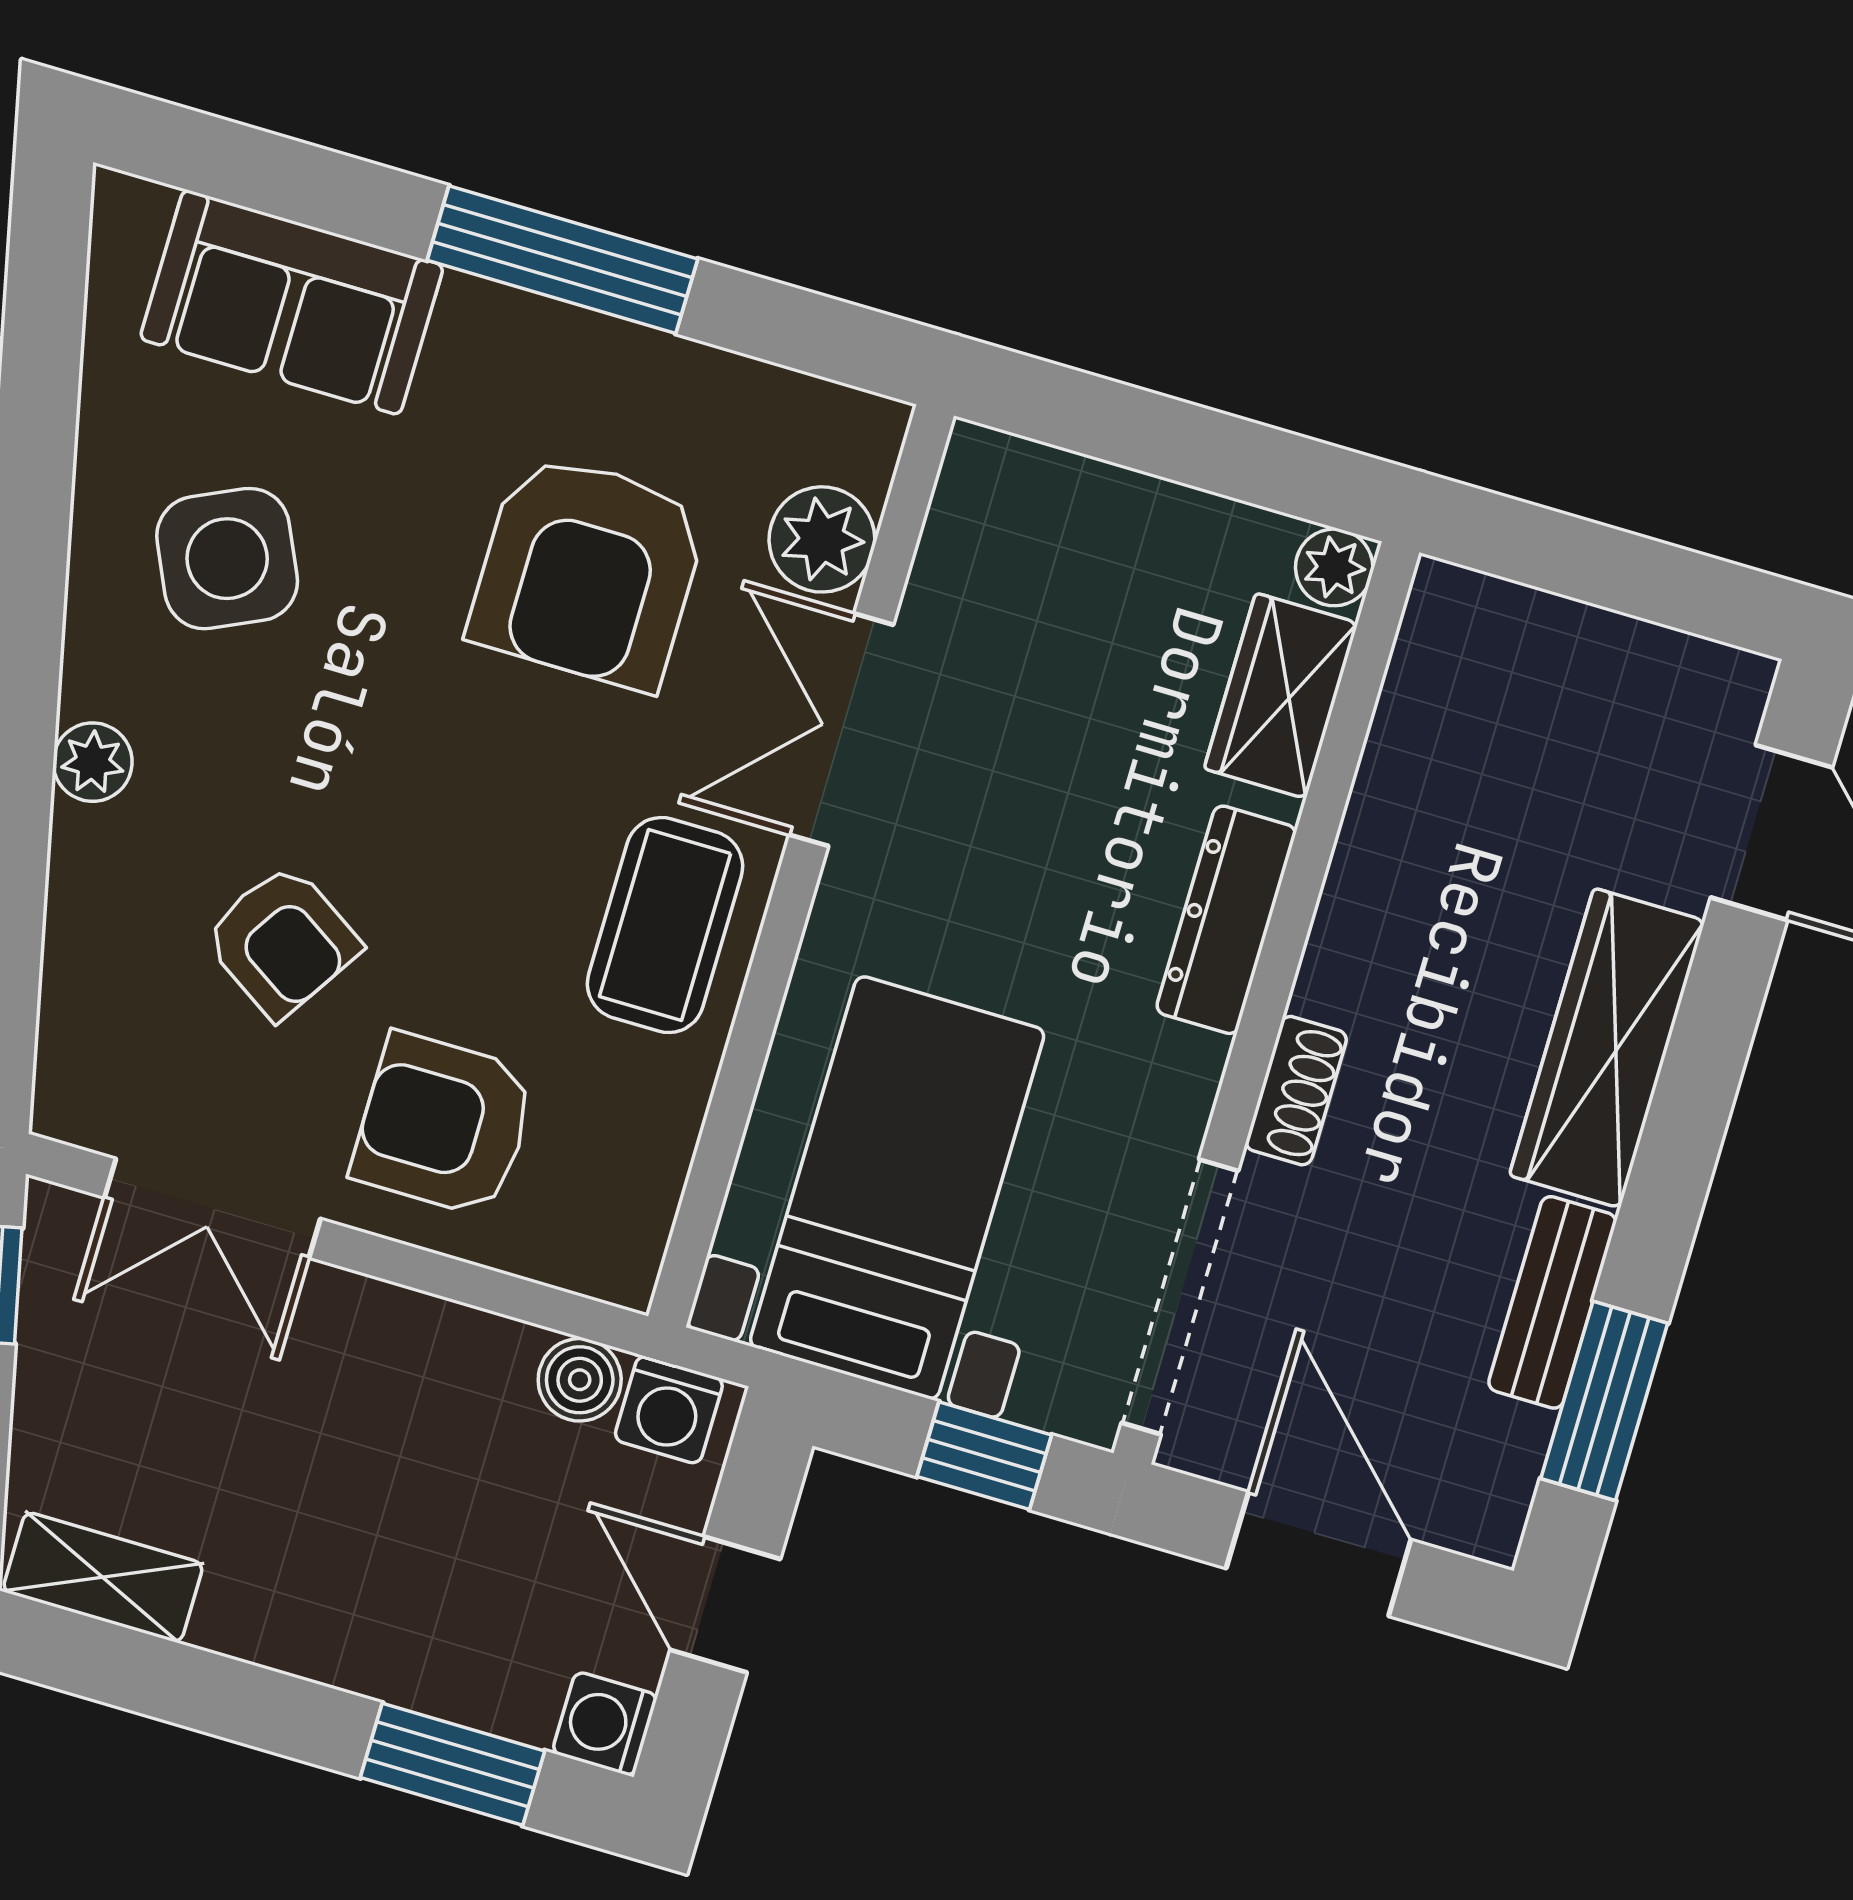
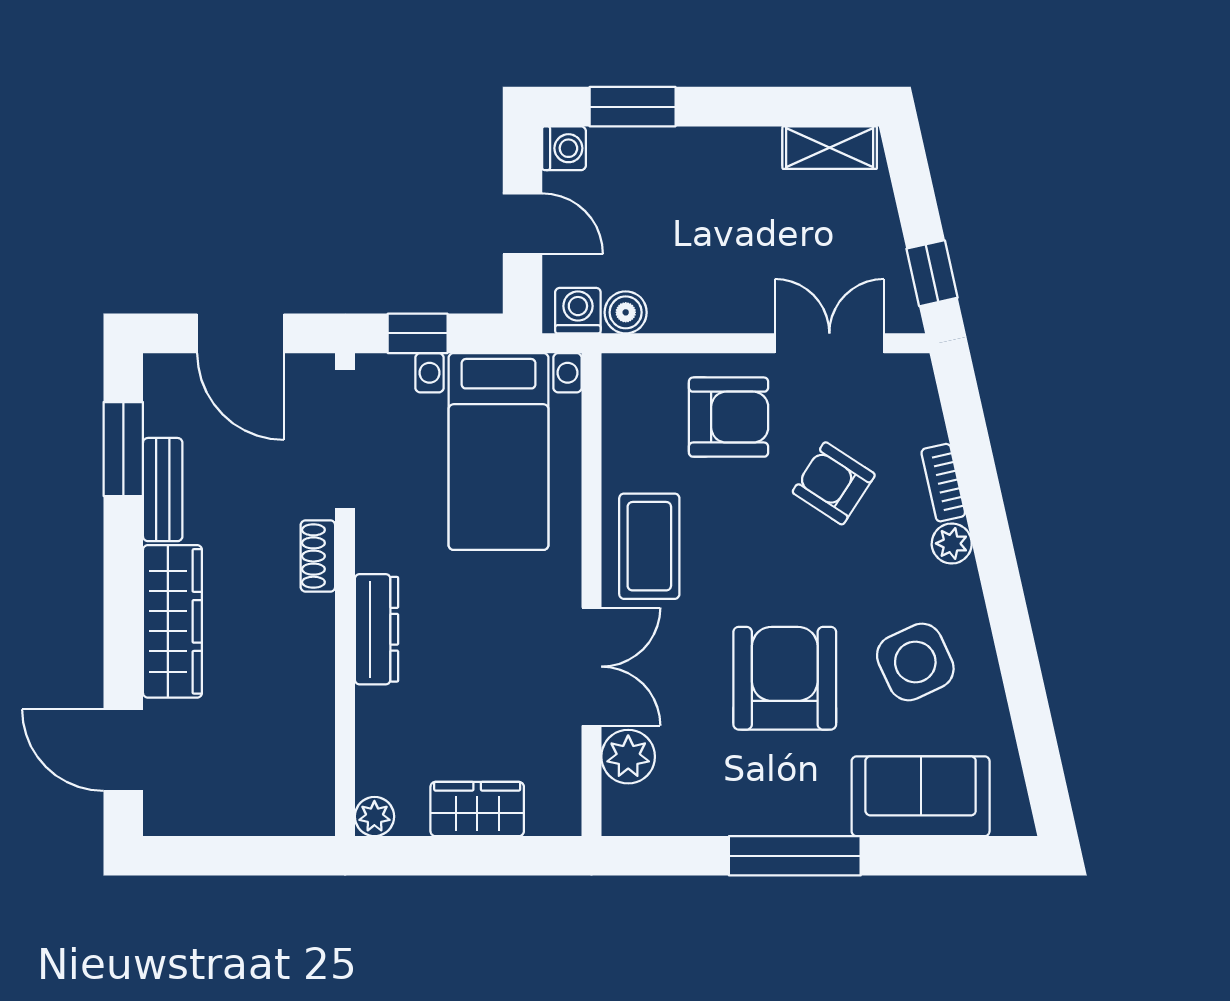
armchair: (588, 571) -> (785, 678), moved
wardrobe: (1281, 696) -> (477, 809), moved, turned -90
bookcase: (75, 882) -> (943, 483), added

